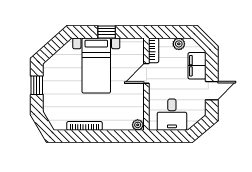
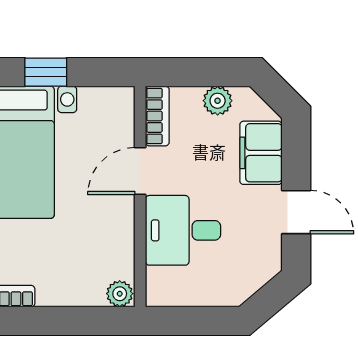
door: (212, 91) -> (296, 212), hinge flipped
desk: (172, 115) -> (183, 230), moved, turned 90

